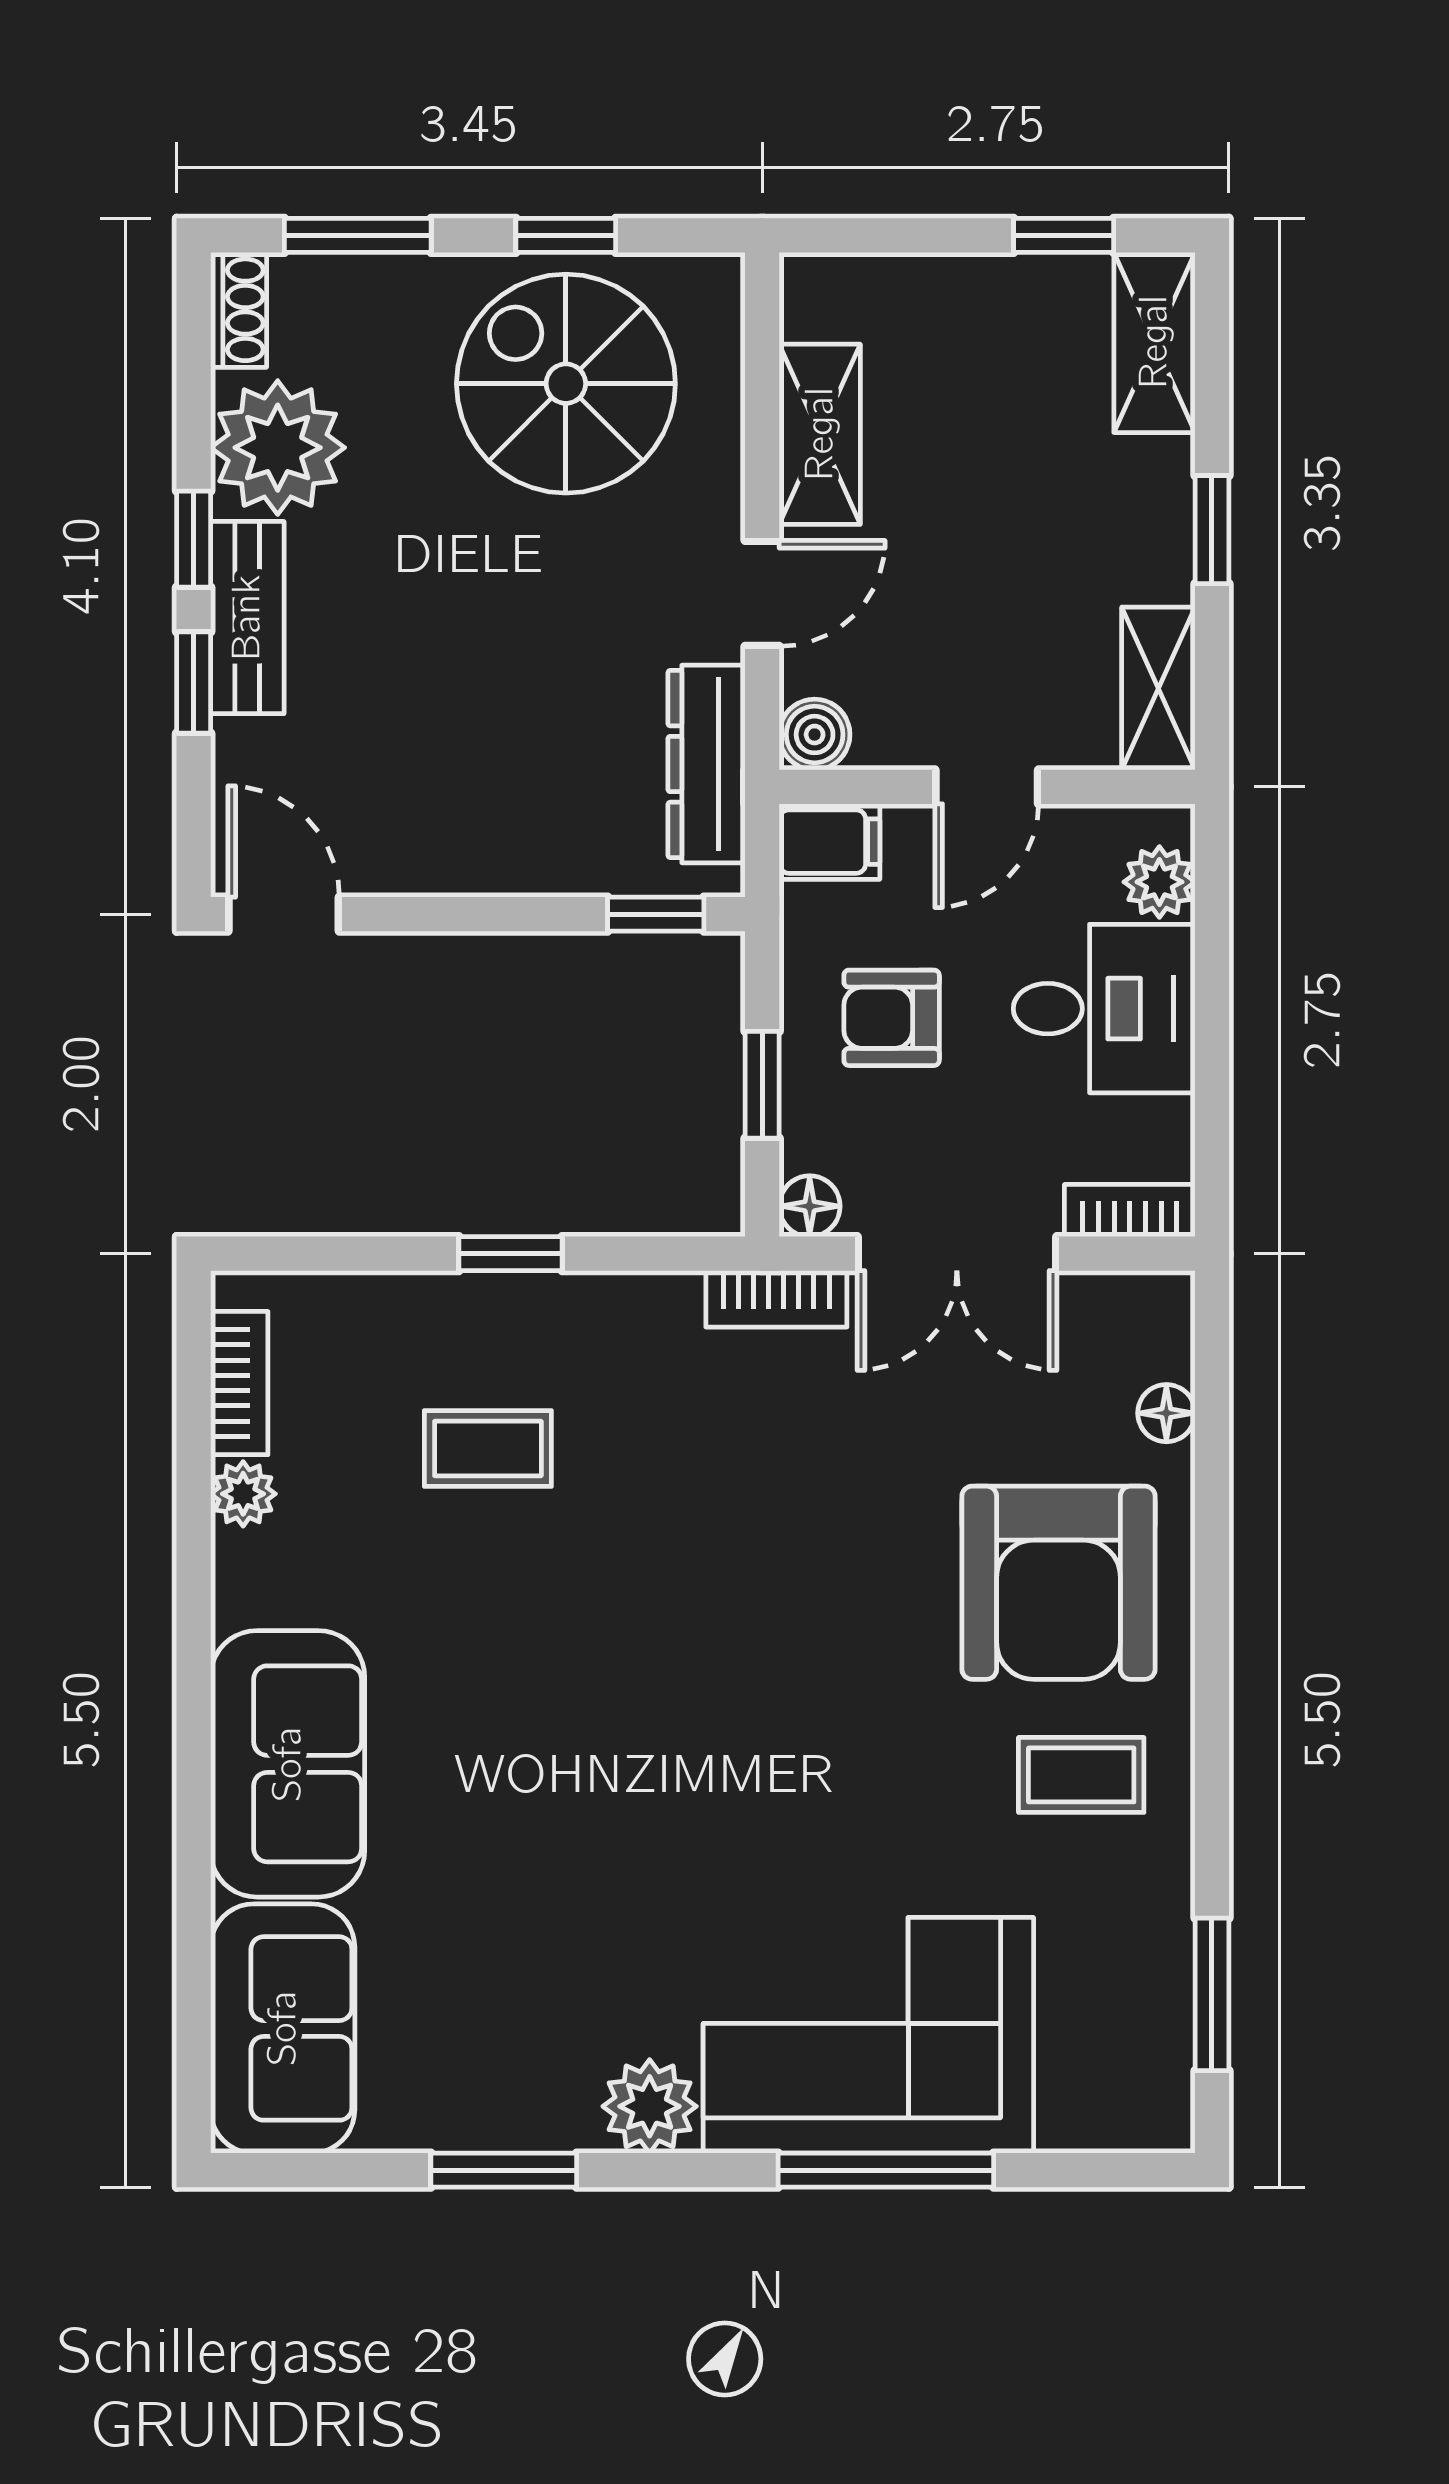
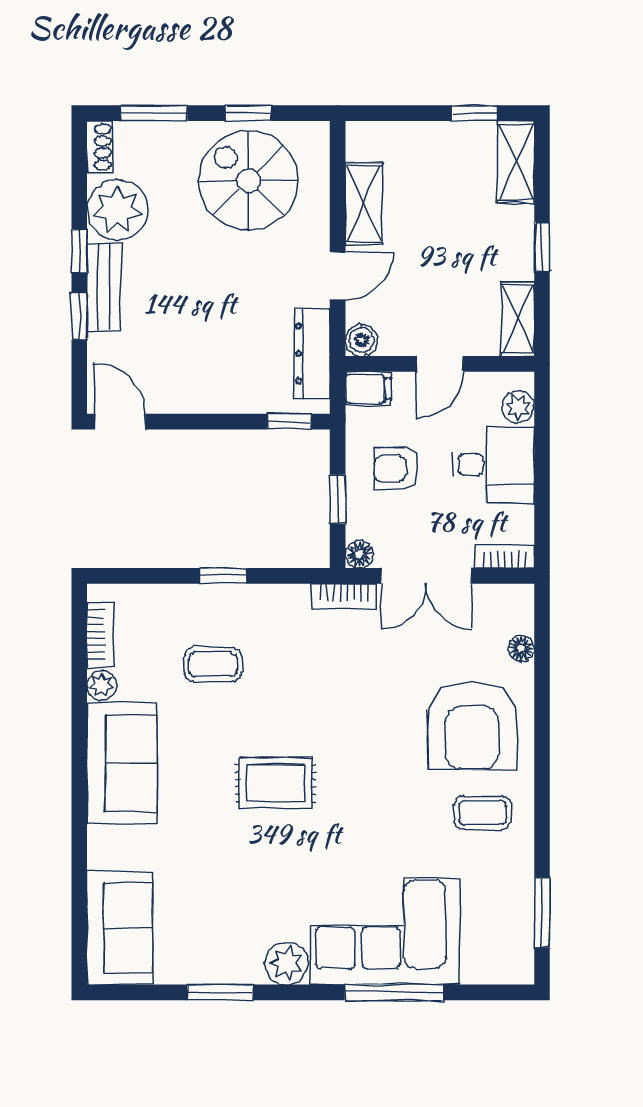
rug: (626, 1710) -> (276, 783), added
sofa: (288, 1764) -> (122, 763), moved

